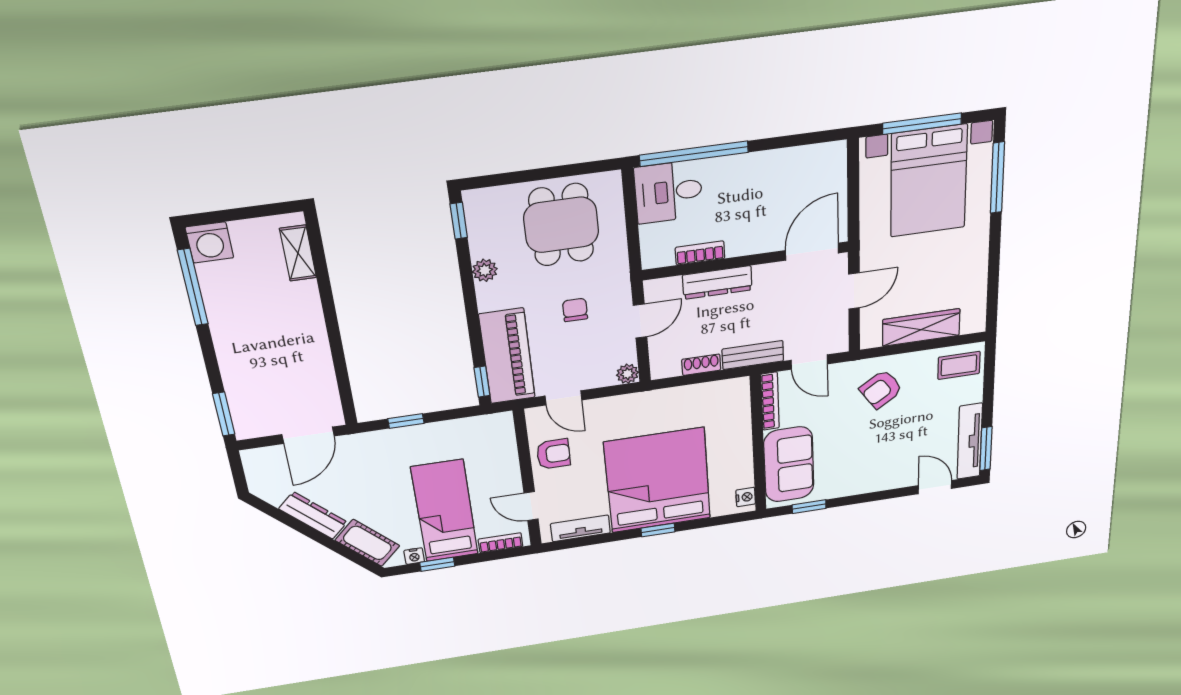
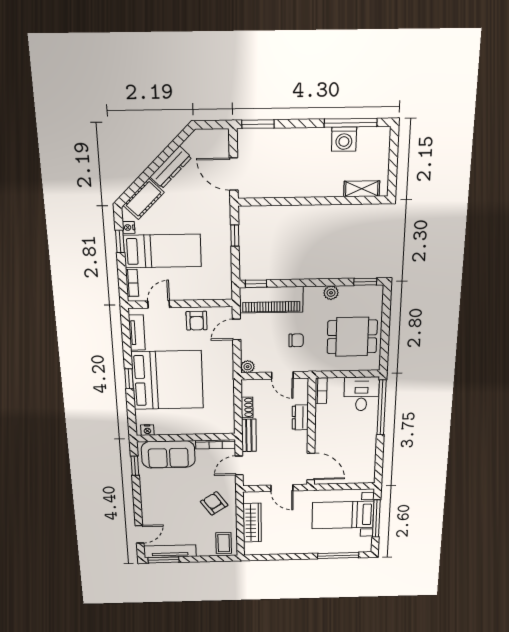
bed with nightstands: (929, 181) -> (343, 515), width x0.73
washing machine: (210, 242) -> (344, 139), moved, turned -90
bookcase: (700, 253) -> (321, 391), moved
dresser: (717, 282) -> (300, 417), width x0.70

